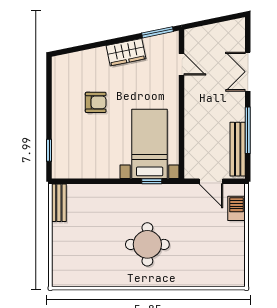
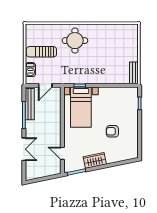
door: (211, 181) -> (45, 85), swing flipped
sun lounger: (218, 239) -> (41, 52), added
round table: (147, 244) -> (75, 41), moved

